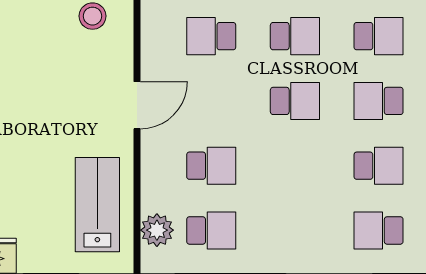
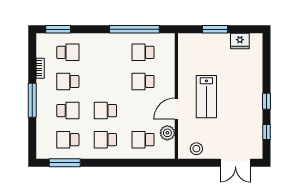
school desk: (211, 36) -> (143, 140), turned 180
lab bench: (97, 205) -> (206, 97), moved
plant: (157, 230) -> (167, 133), moved

